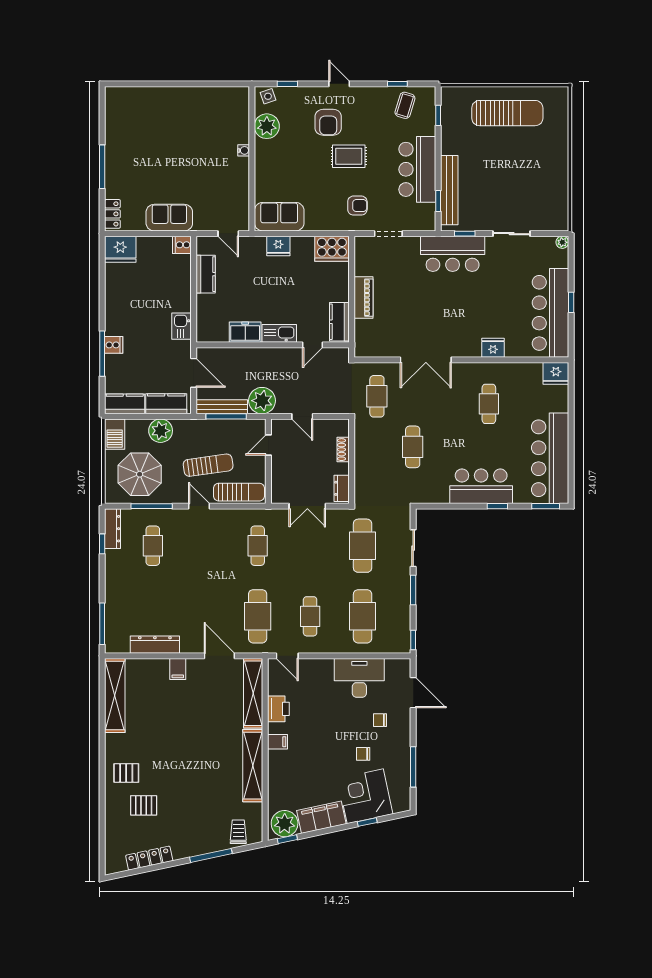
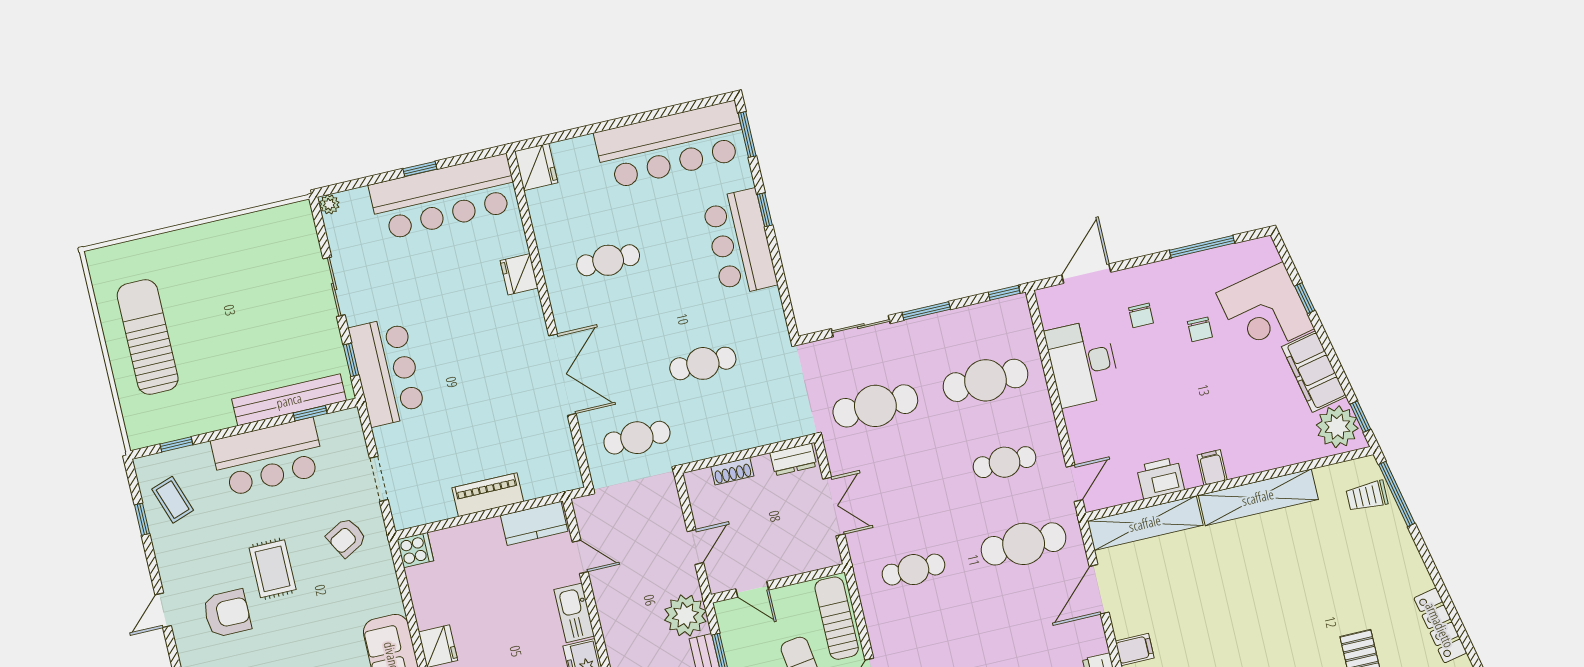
coffee table: (405, 105) -> (173, 500), turned 54
armchair: (357, 206) -> (346, 537), turned -119
cooker: (332, 249) -> (415, 550), width x0.53, depth x0.76
window: (211, 855) -> (1397, 494), moved

